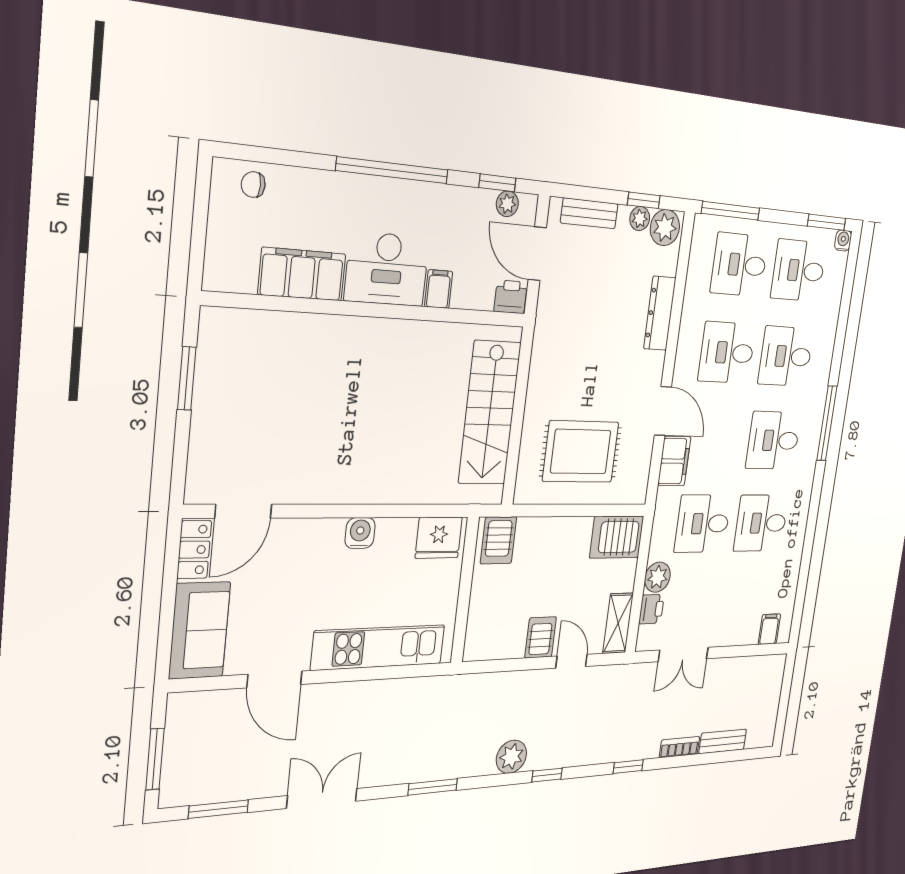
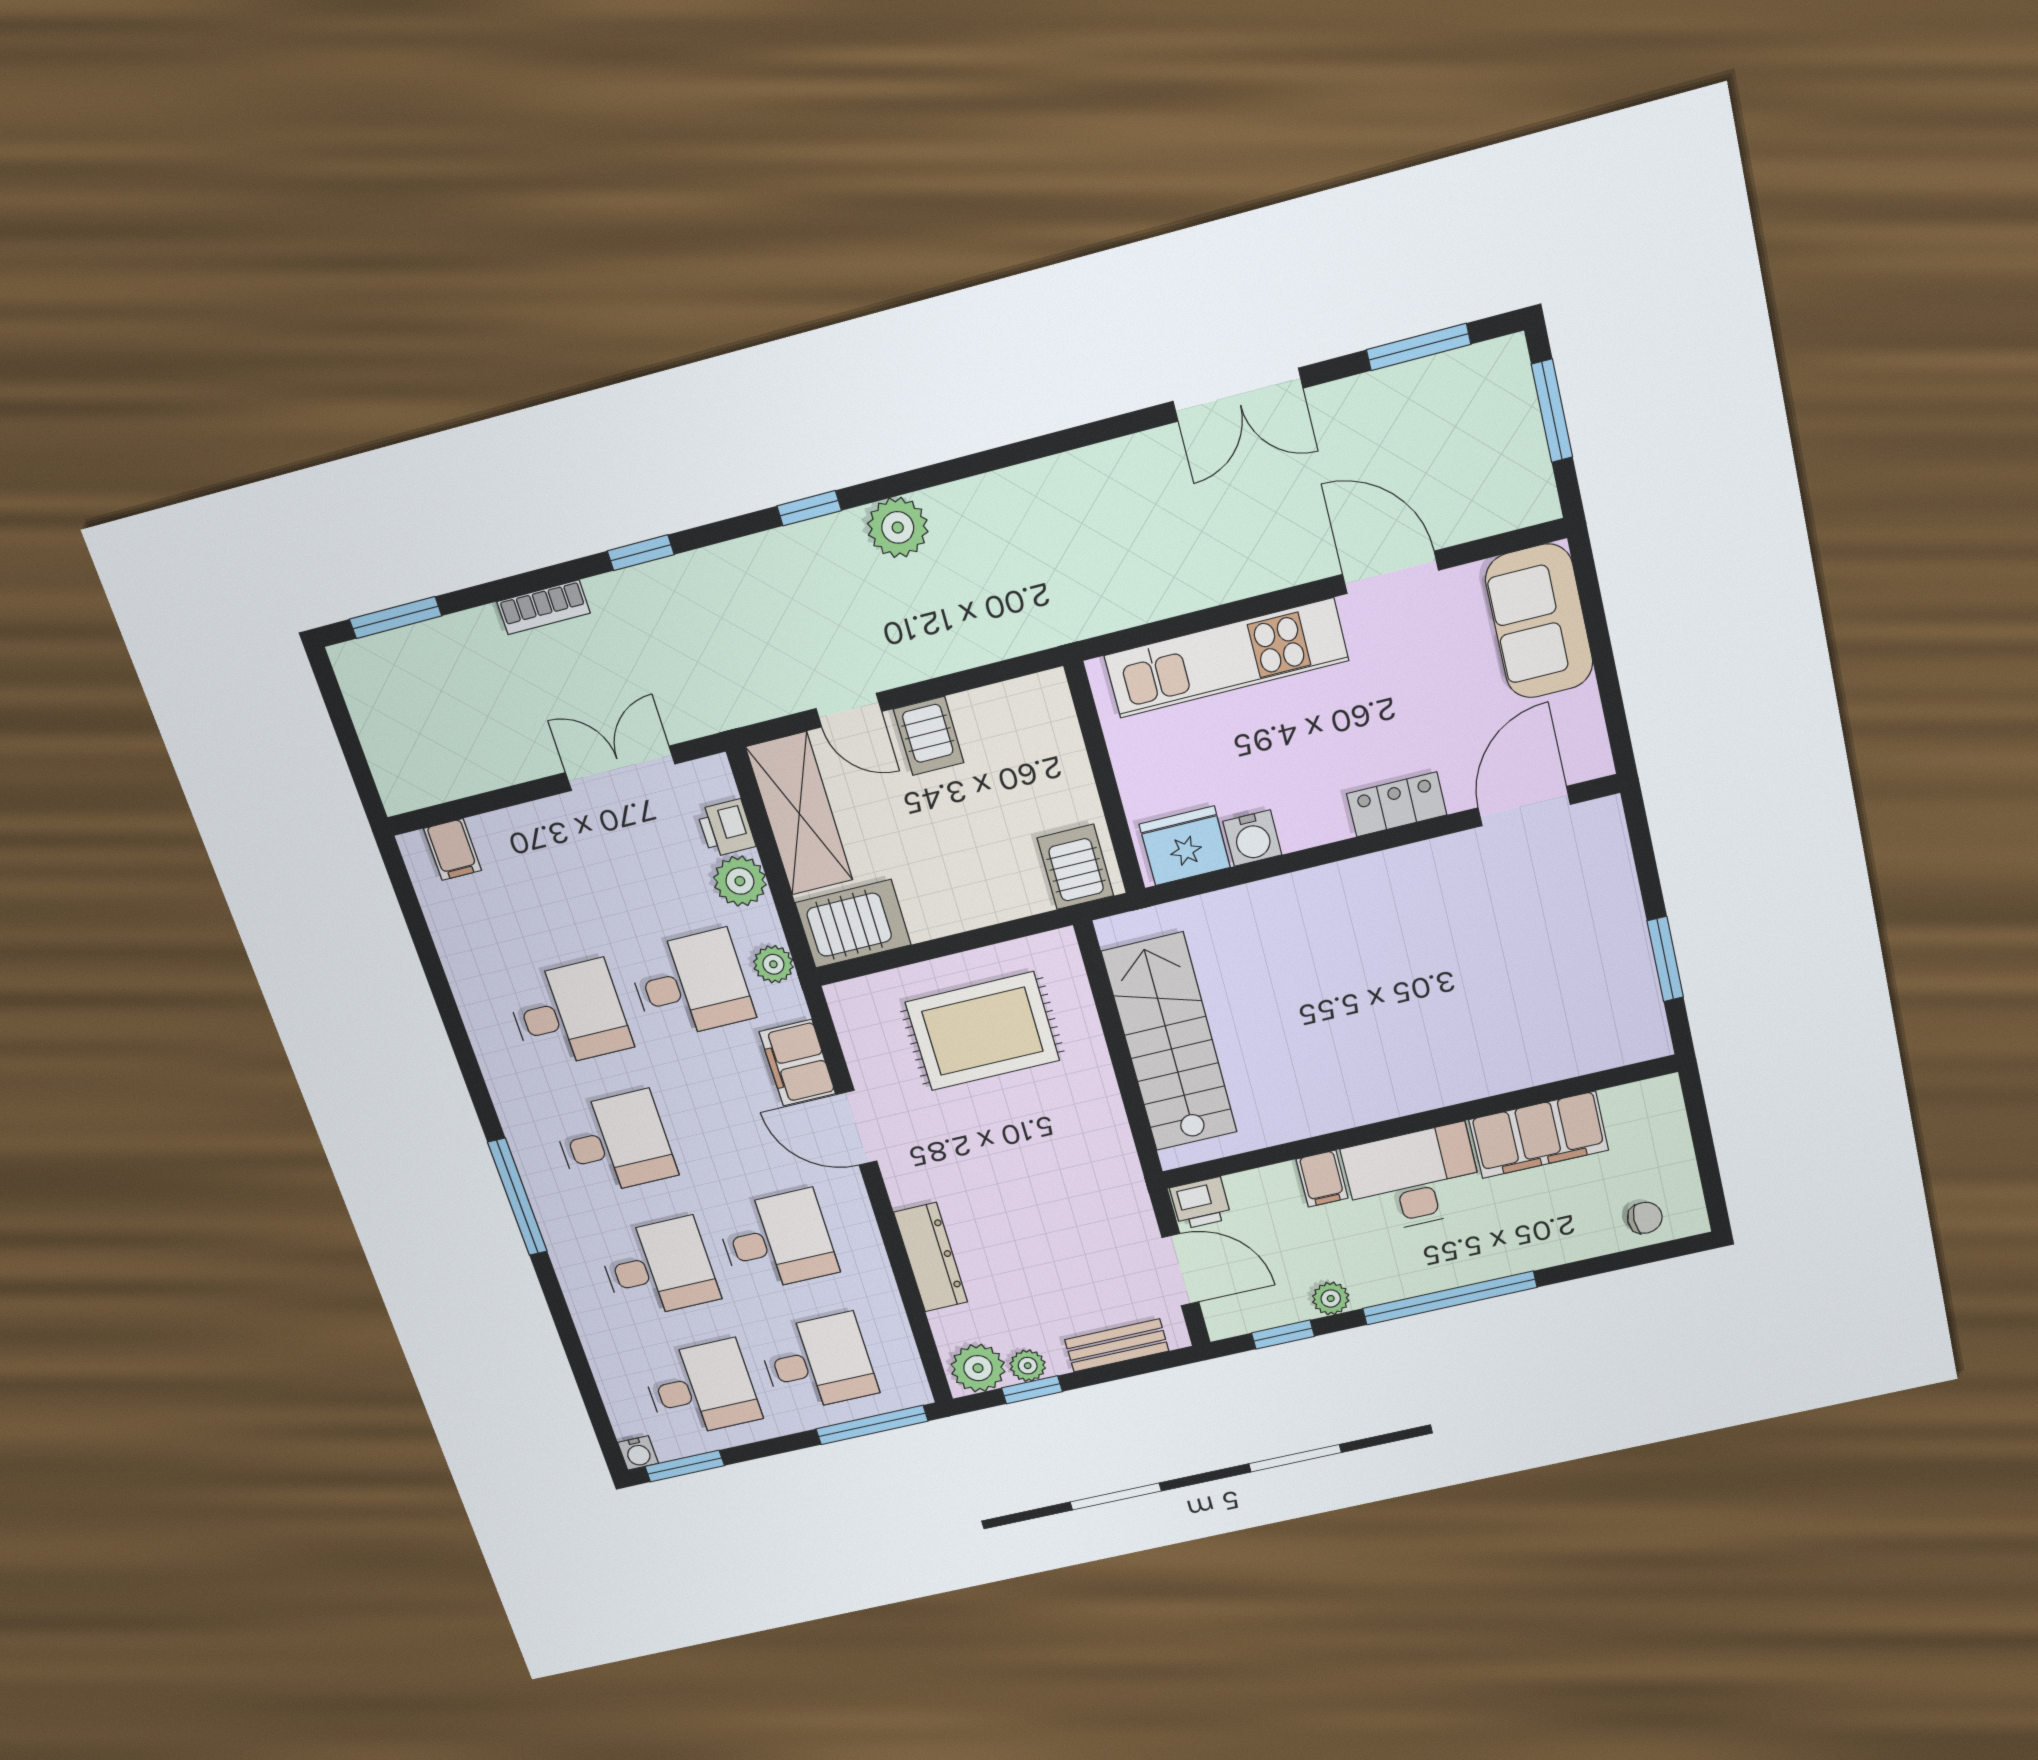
plant: (507, 204) -> (1331, 1299), moved
plant: (662, 524) -> (773, 964), added
water cooler: (360, 533) -> (1252, 838), moved
locker: (194, 550) -> (1397, 804), moved, turned 90
shelving: (618, 623) -> (799, 814), width x1.50, depth x1.33
bench: (723, 741) -> (449, 635), removed
window: (433, 787) -> (396, 618), moved

